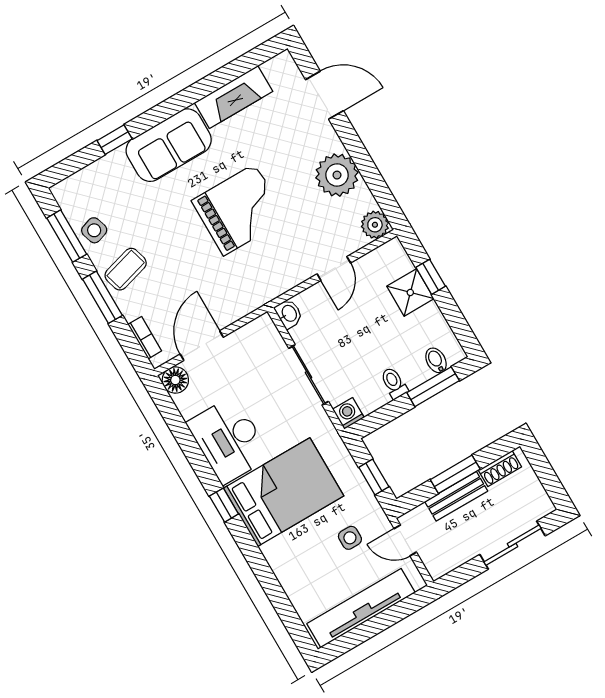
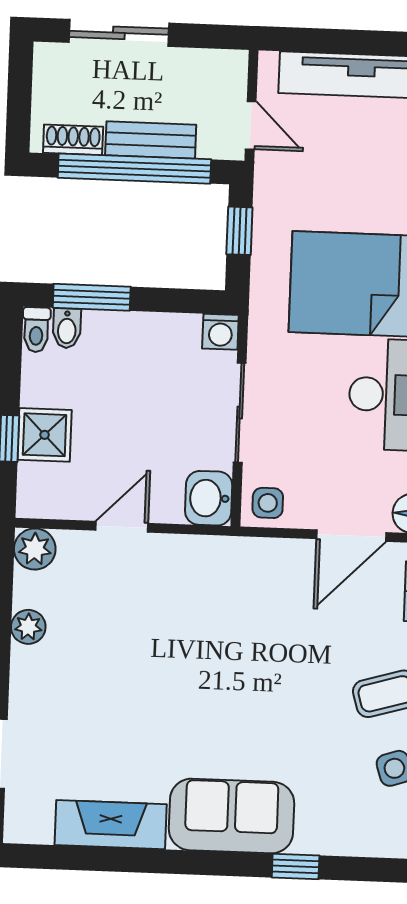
plant: (337, 175) -> (28, 627), width x0.53, depth x0.53
grand piano: (239, 210) -> (194, 677), removed
washbasin: (289, 314) -> (209, 498), width x1.38, depth x1.45
toilet: (394, 383) -> (36, 330), moved
window: (455, 474) -> (134, 169), width x2.11
side table: (350, 538) -> (268, 503), moved

